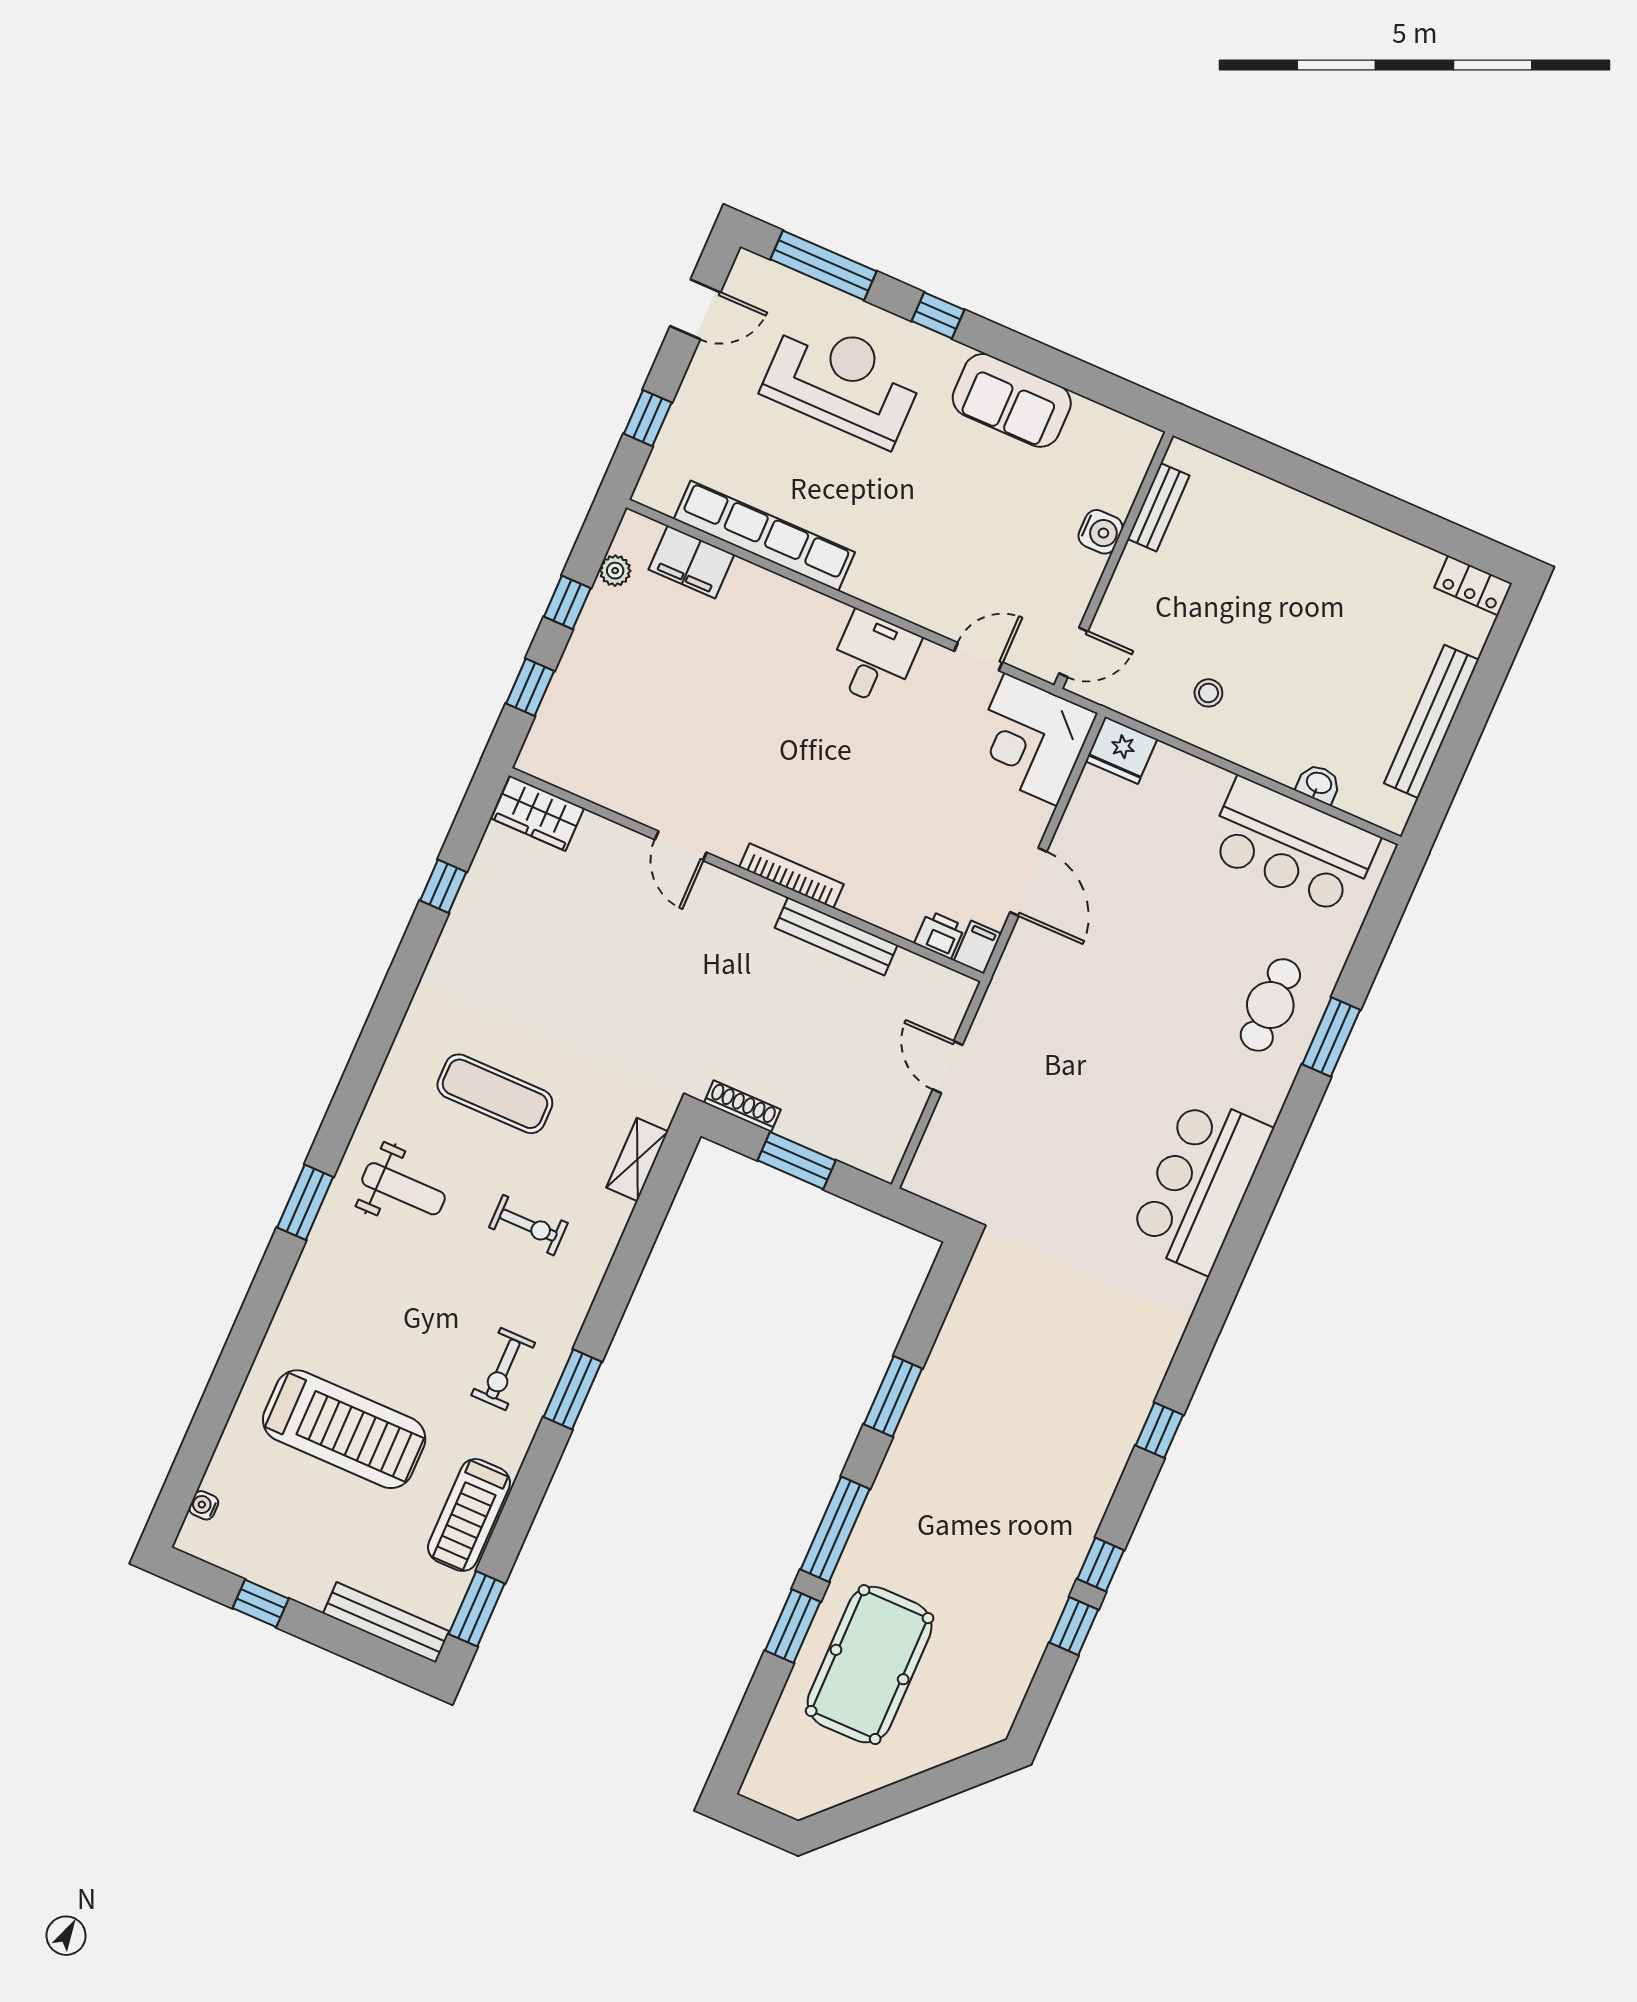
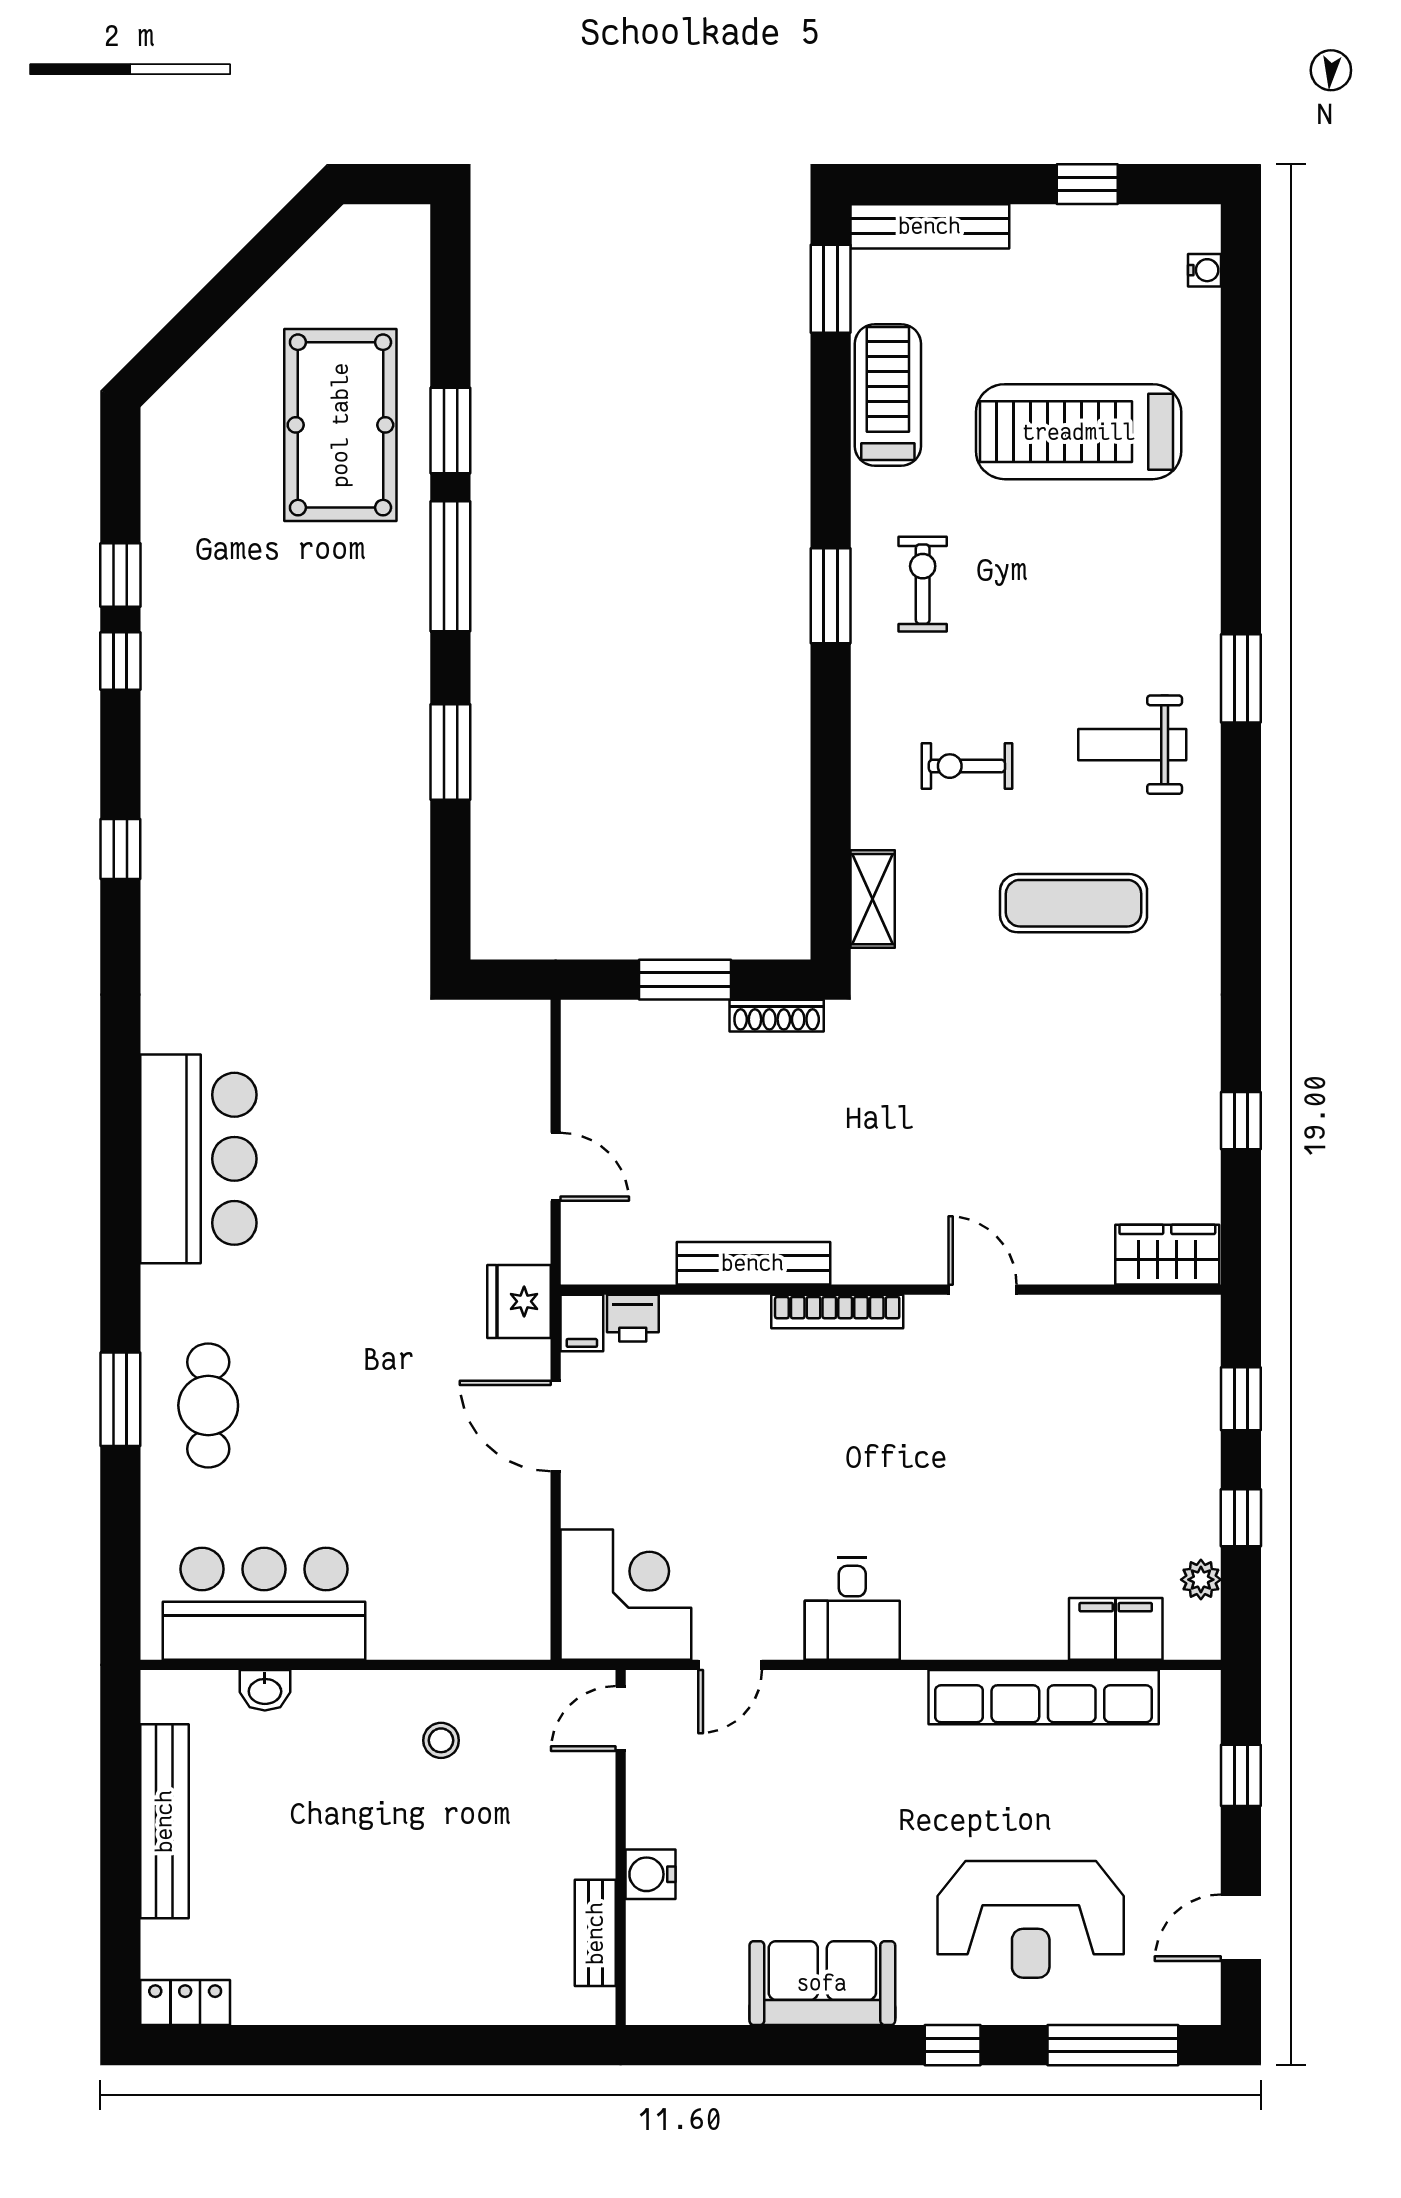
fridge: (1121, 750) -> (519, 1301), moved, turned -90

